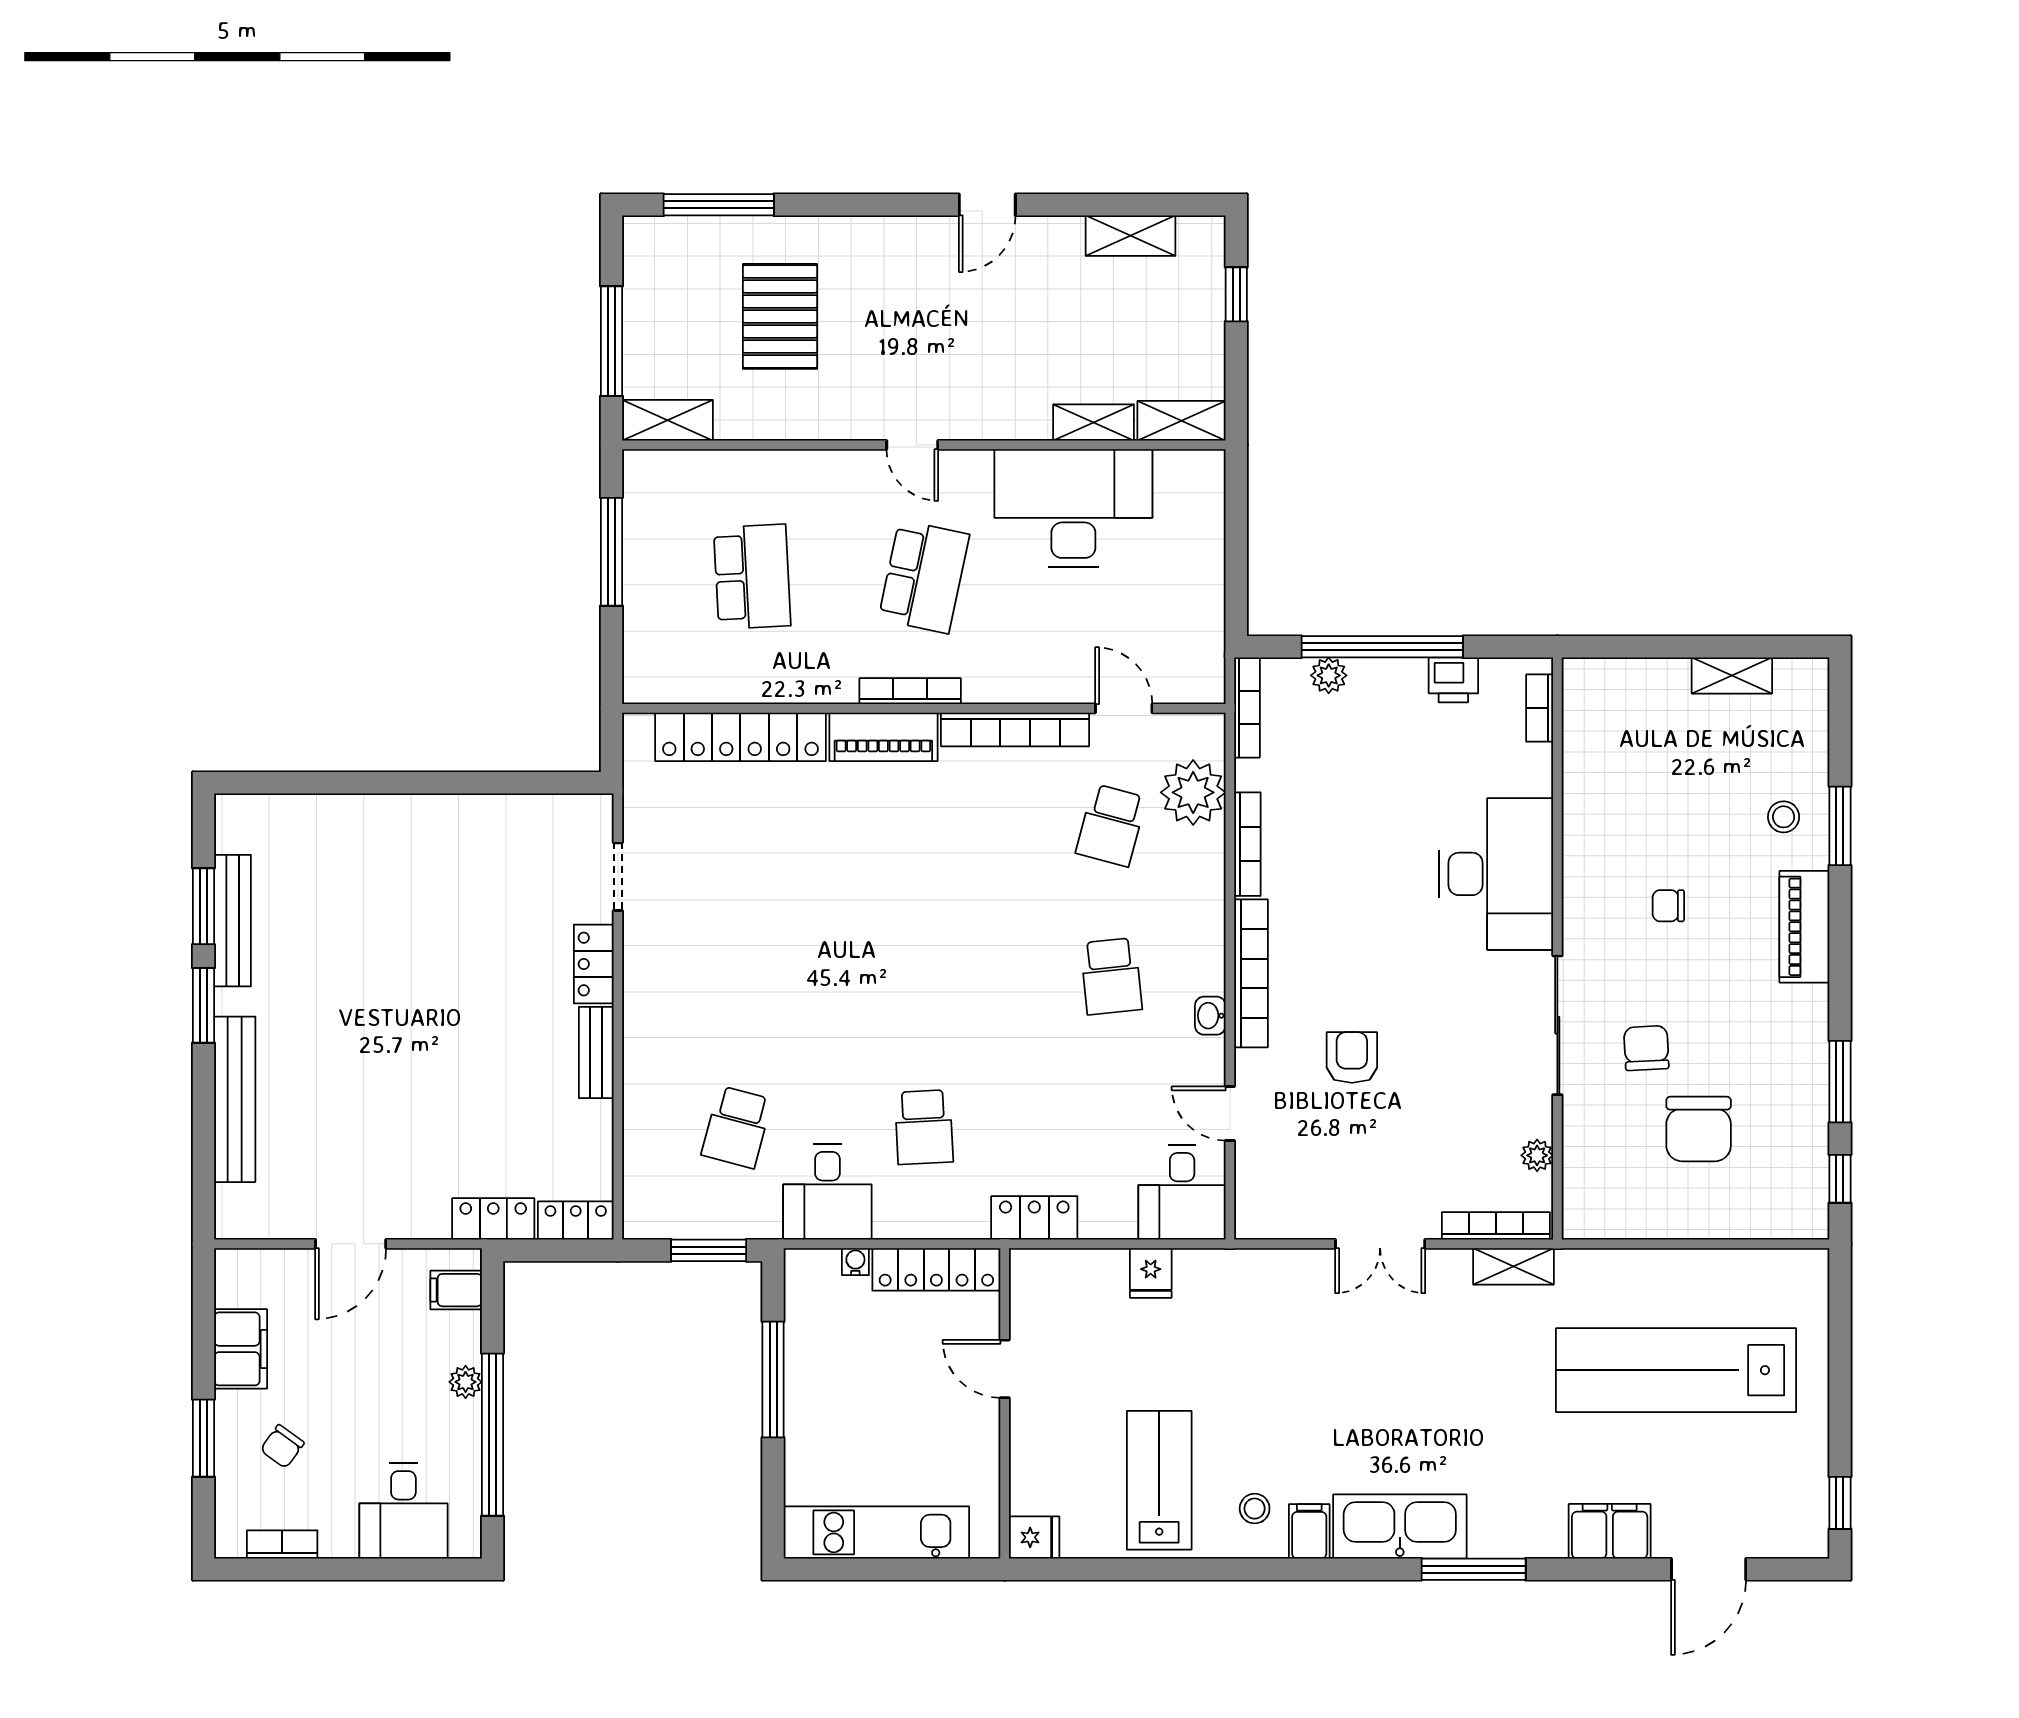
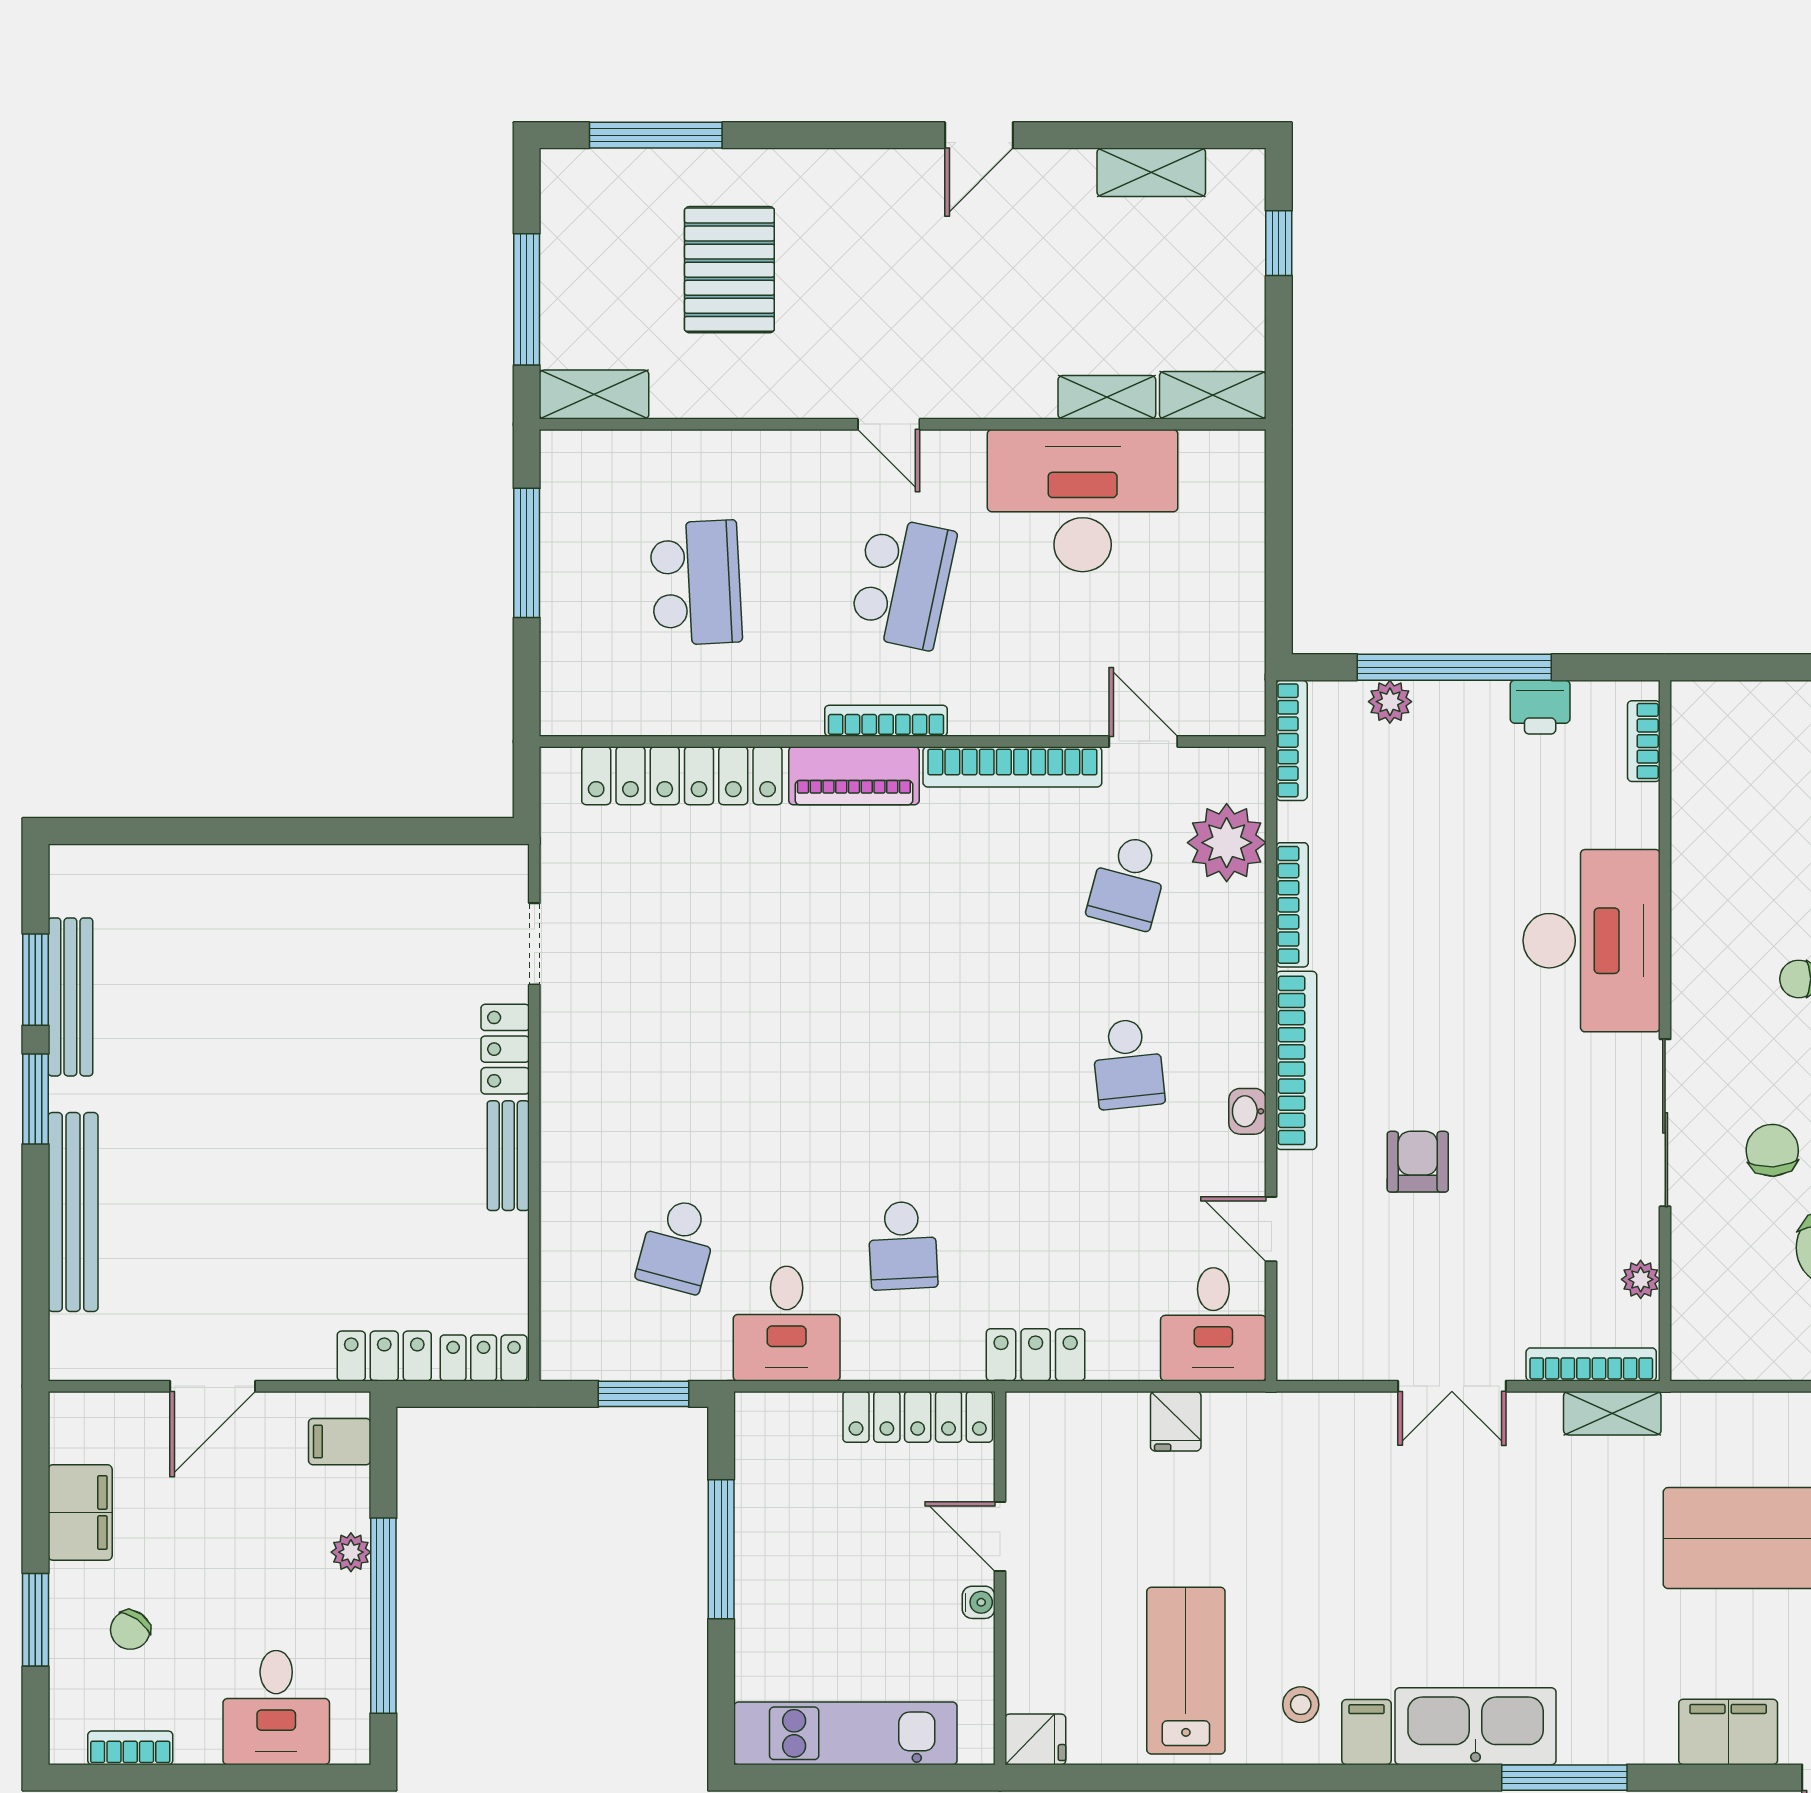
water cooler: (855, 1262) -> (979, 1602), moved, turned 90

